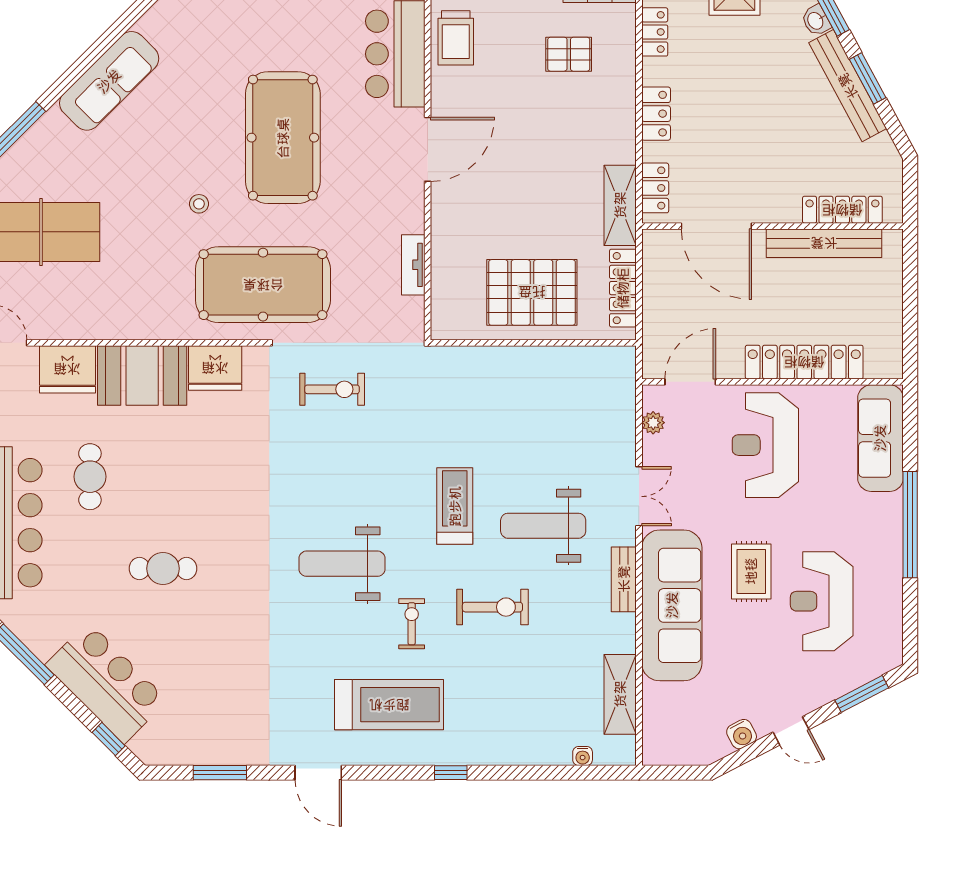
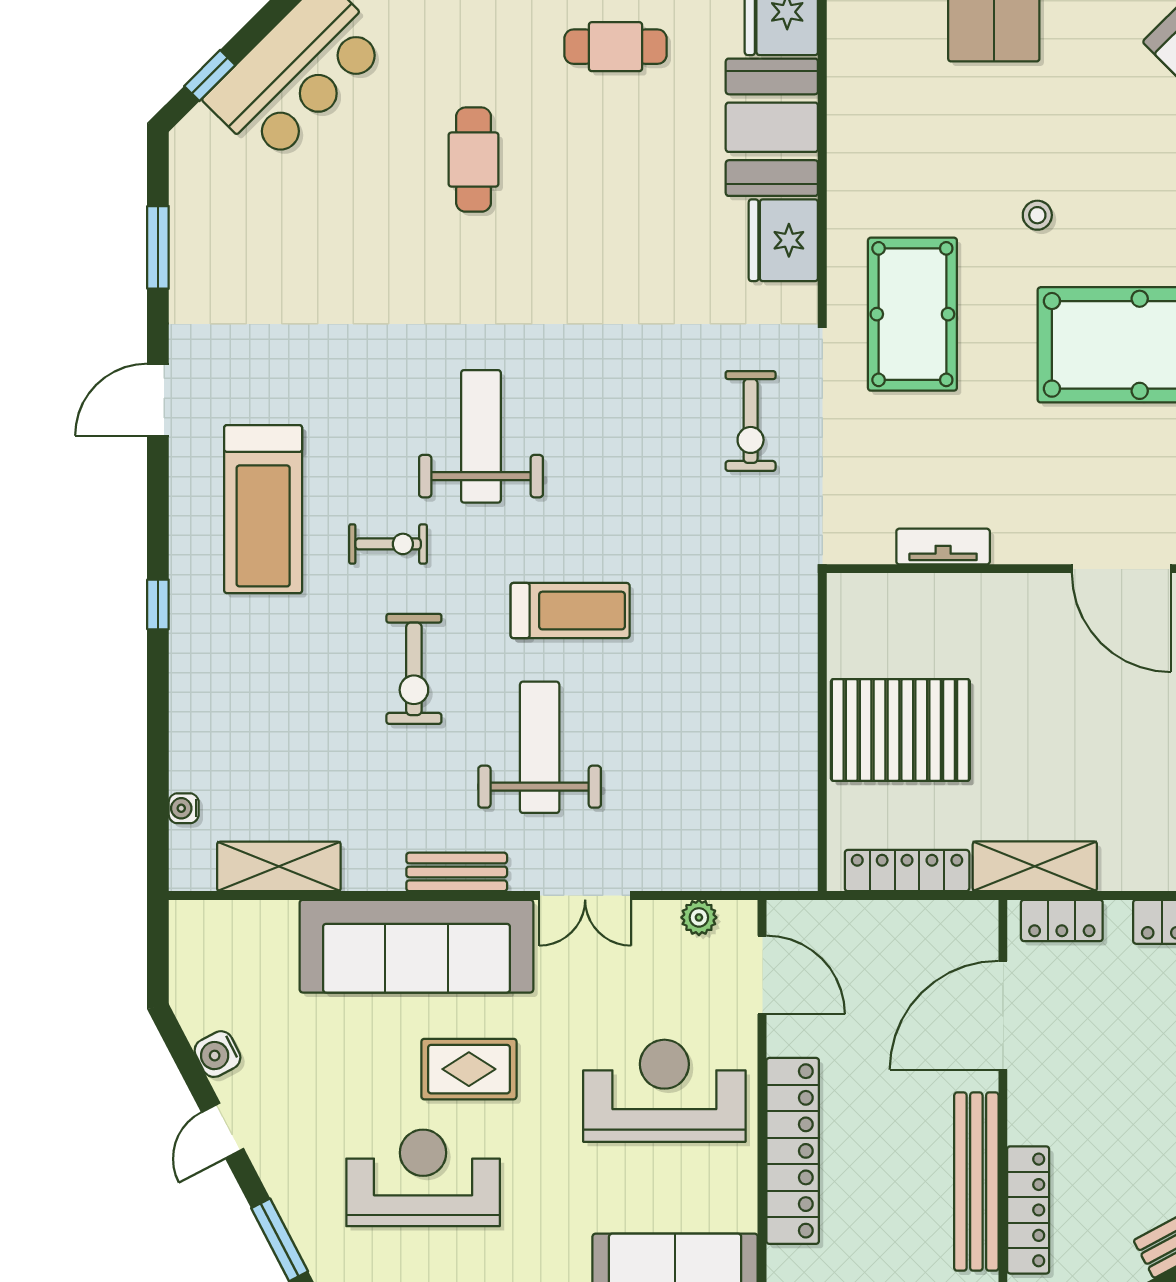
pool table: (263, 285) -> (912, 314), width x0.73, depth x0.76
pallet: (532, 292) -> (900, 730), turned 90

